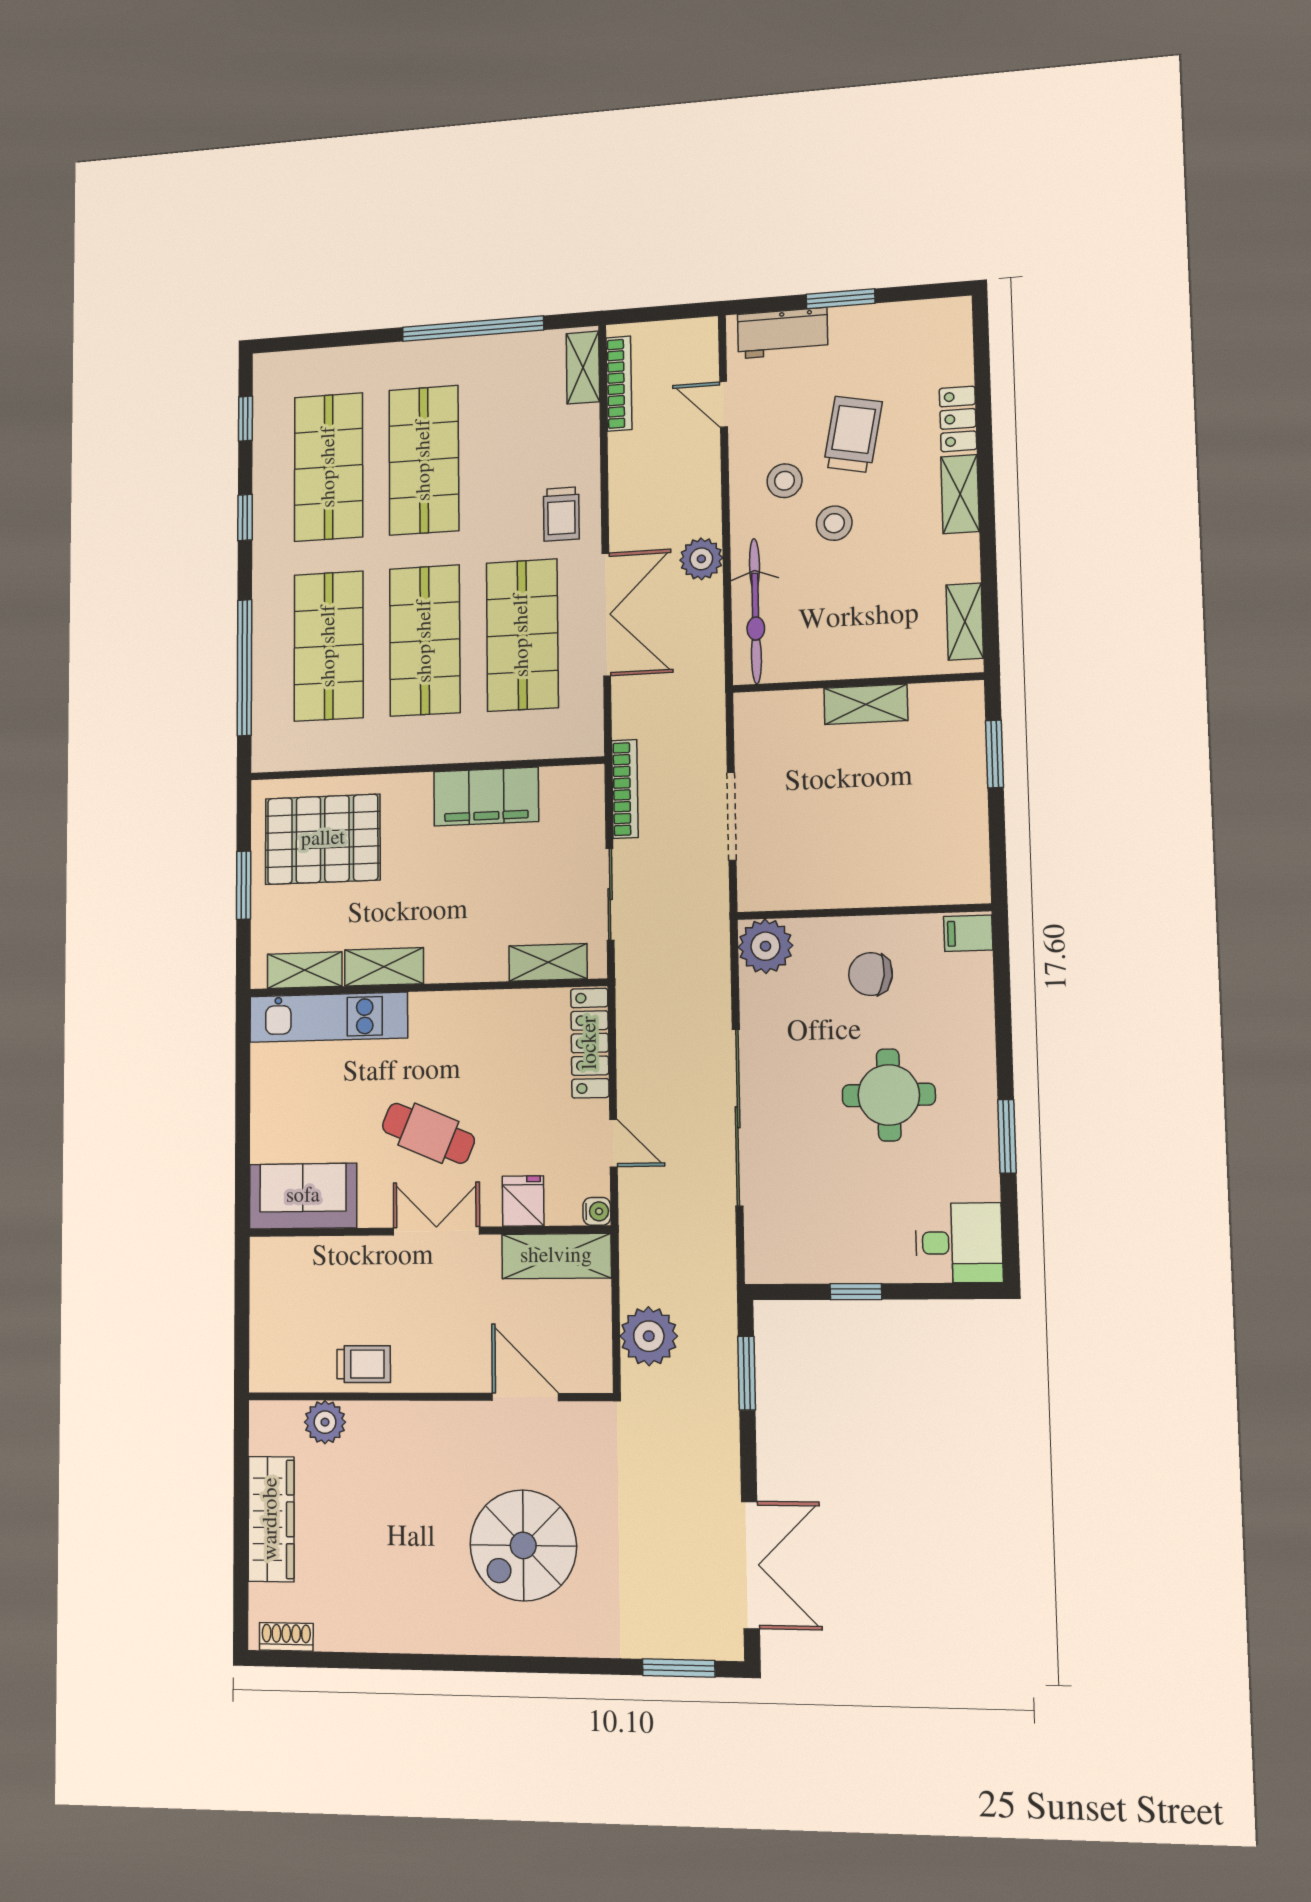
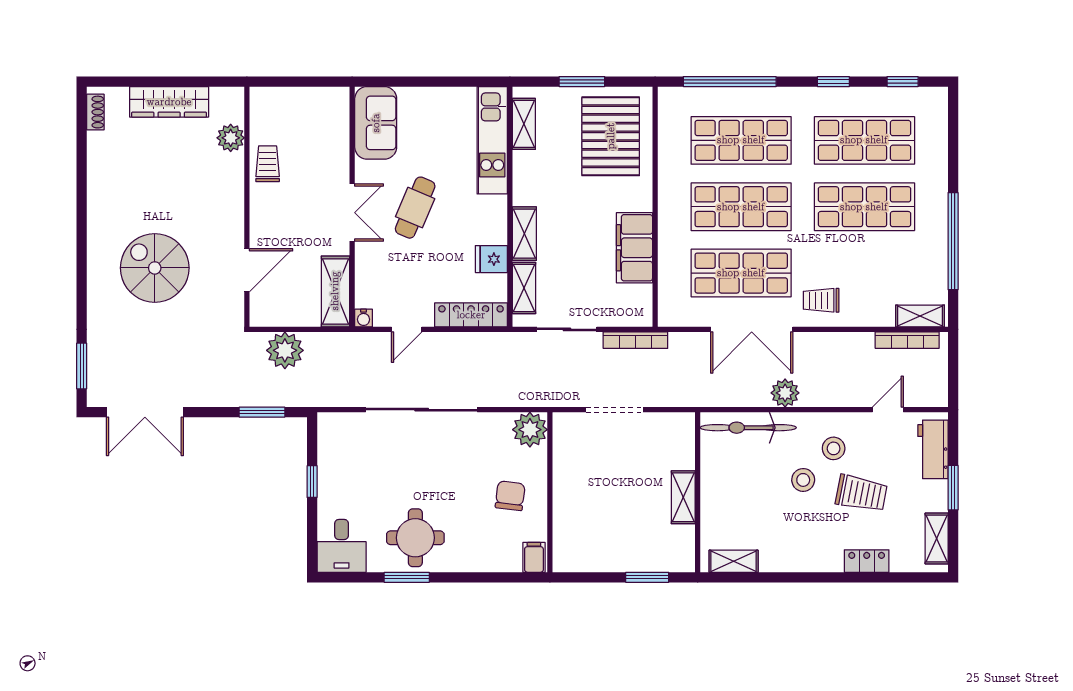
shelving: (960, 494) -> (937, 539), moved, turned 90
shelving: (384, 967) -> (524, 234), moved
round table: (889, 1095) -> (415, 538), moved
fridge: (523, 1201) -> (491, 259), moved, turned 180
trolley: (364, 1364) -> (268, 164), turned 180

